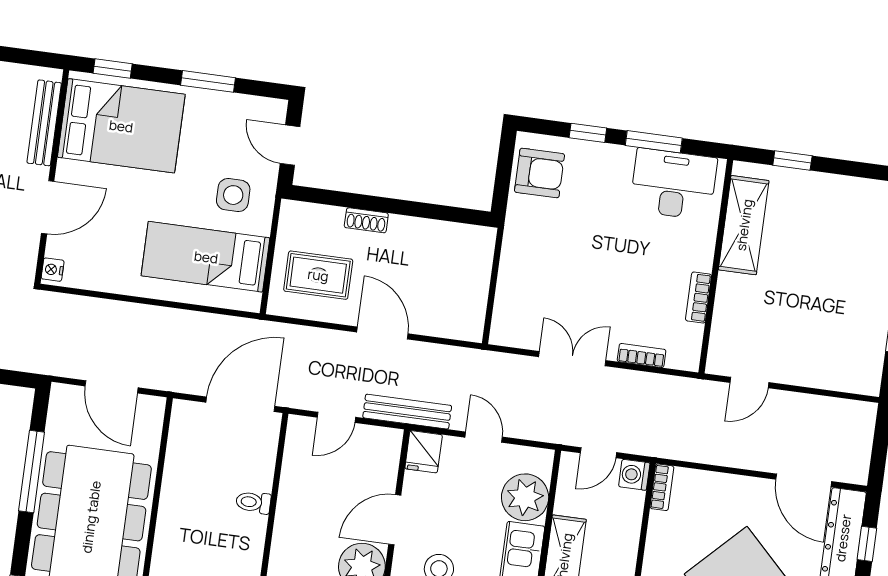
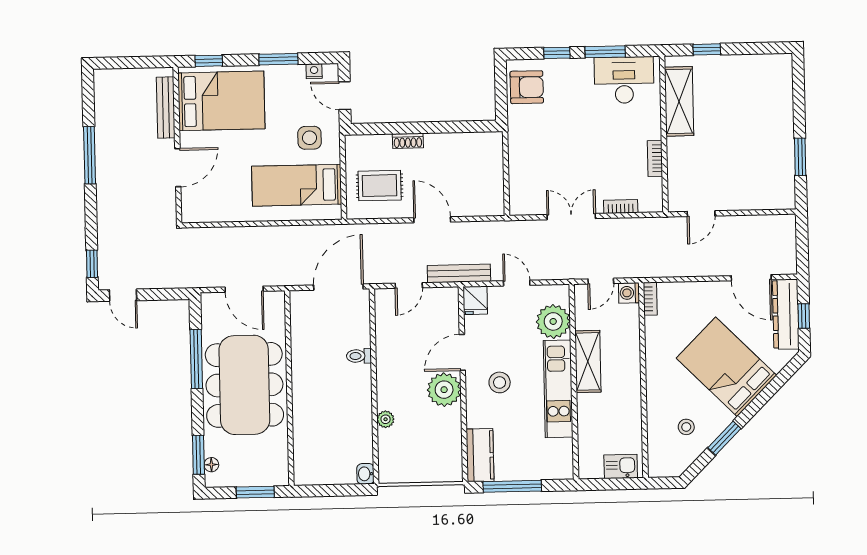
nightstand: (53, 270) -> (314, 71), moved, turned 90

